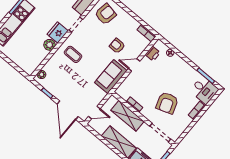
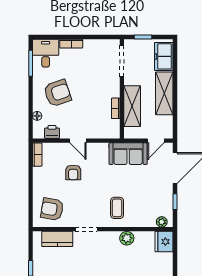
fridge: (58, 33) -> (164, 242), moved, turned 90
sofa: (111, 77) -> (128, 154), moved
armchair: (167, 103) -> (57, 93), moved
door: (94, 113) -> (156, 141), swing flipped

